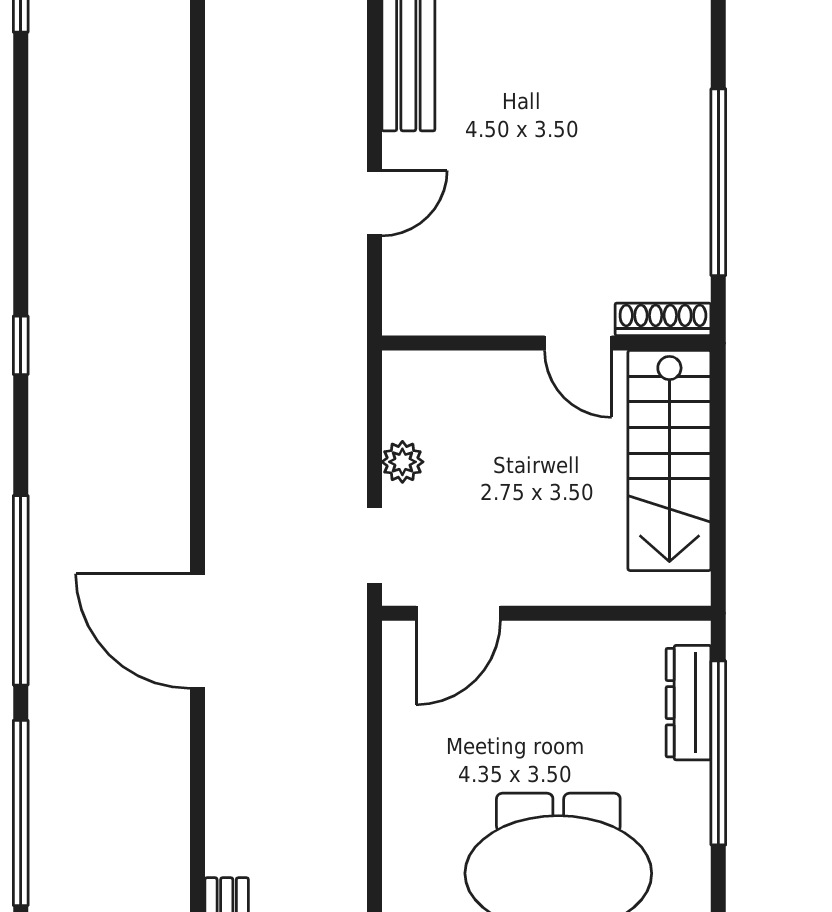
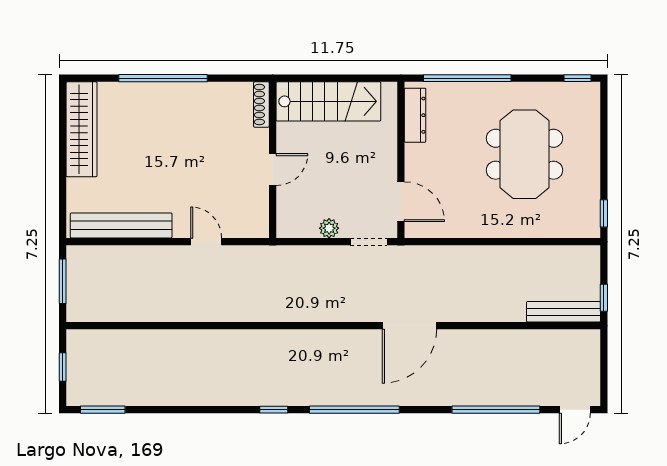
window: (718, 182) -> (163, 78), moved
door: (578, 343) -> (273, 169), moved
window: (21, 590) -> (354, 410), moved
dresser: (689, 703) -> (415, 115), moved, turned -90

